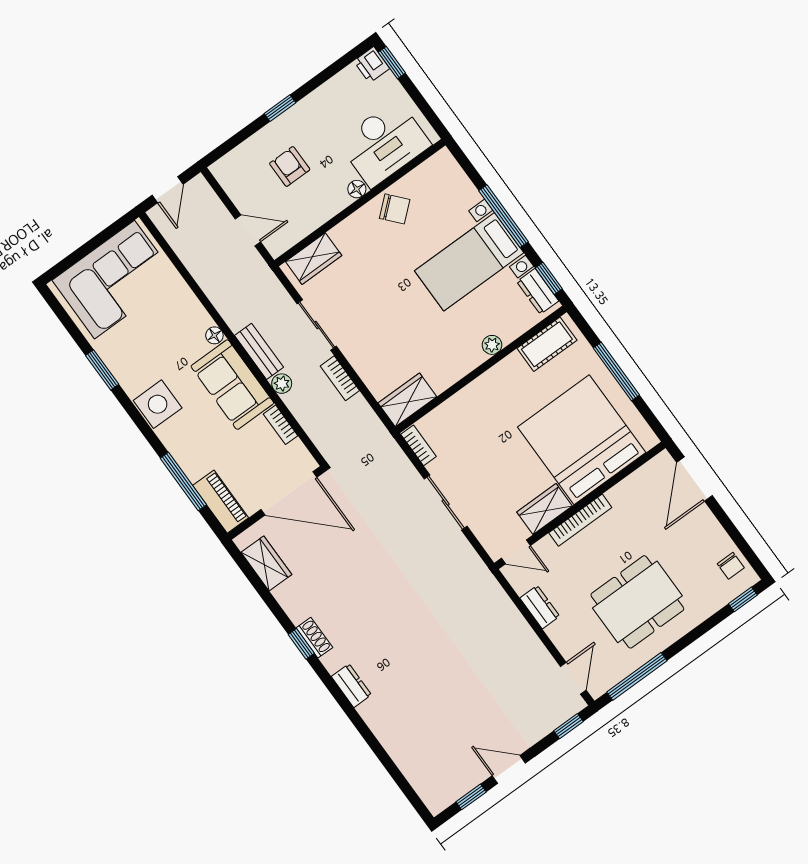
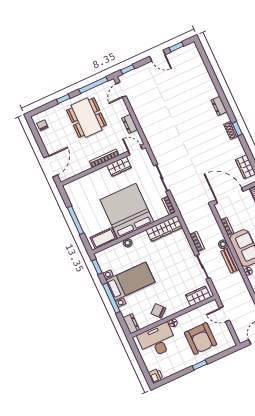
window: (392, 63) -> (147, 375), removed
armchair: (290, 166) -> (201, 339), width x1.88, depth x1.88
dresser: (538, 291) -> (131, 324), moved
wardrobe: (407, 400) -> (164, 228), width x1.50
bed: (582, 440) -> (127, 211), moved, turned 180
window: (743, 599) -> (63, 99), moved
dining table: (637, 602) -> (86, 118), turned 90

